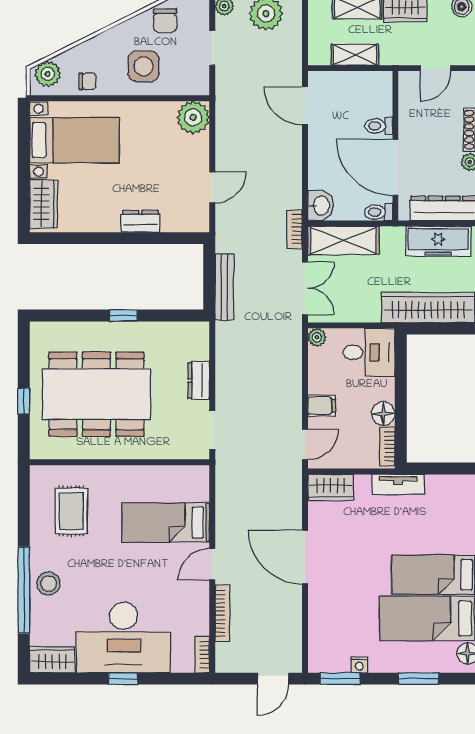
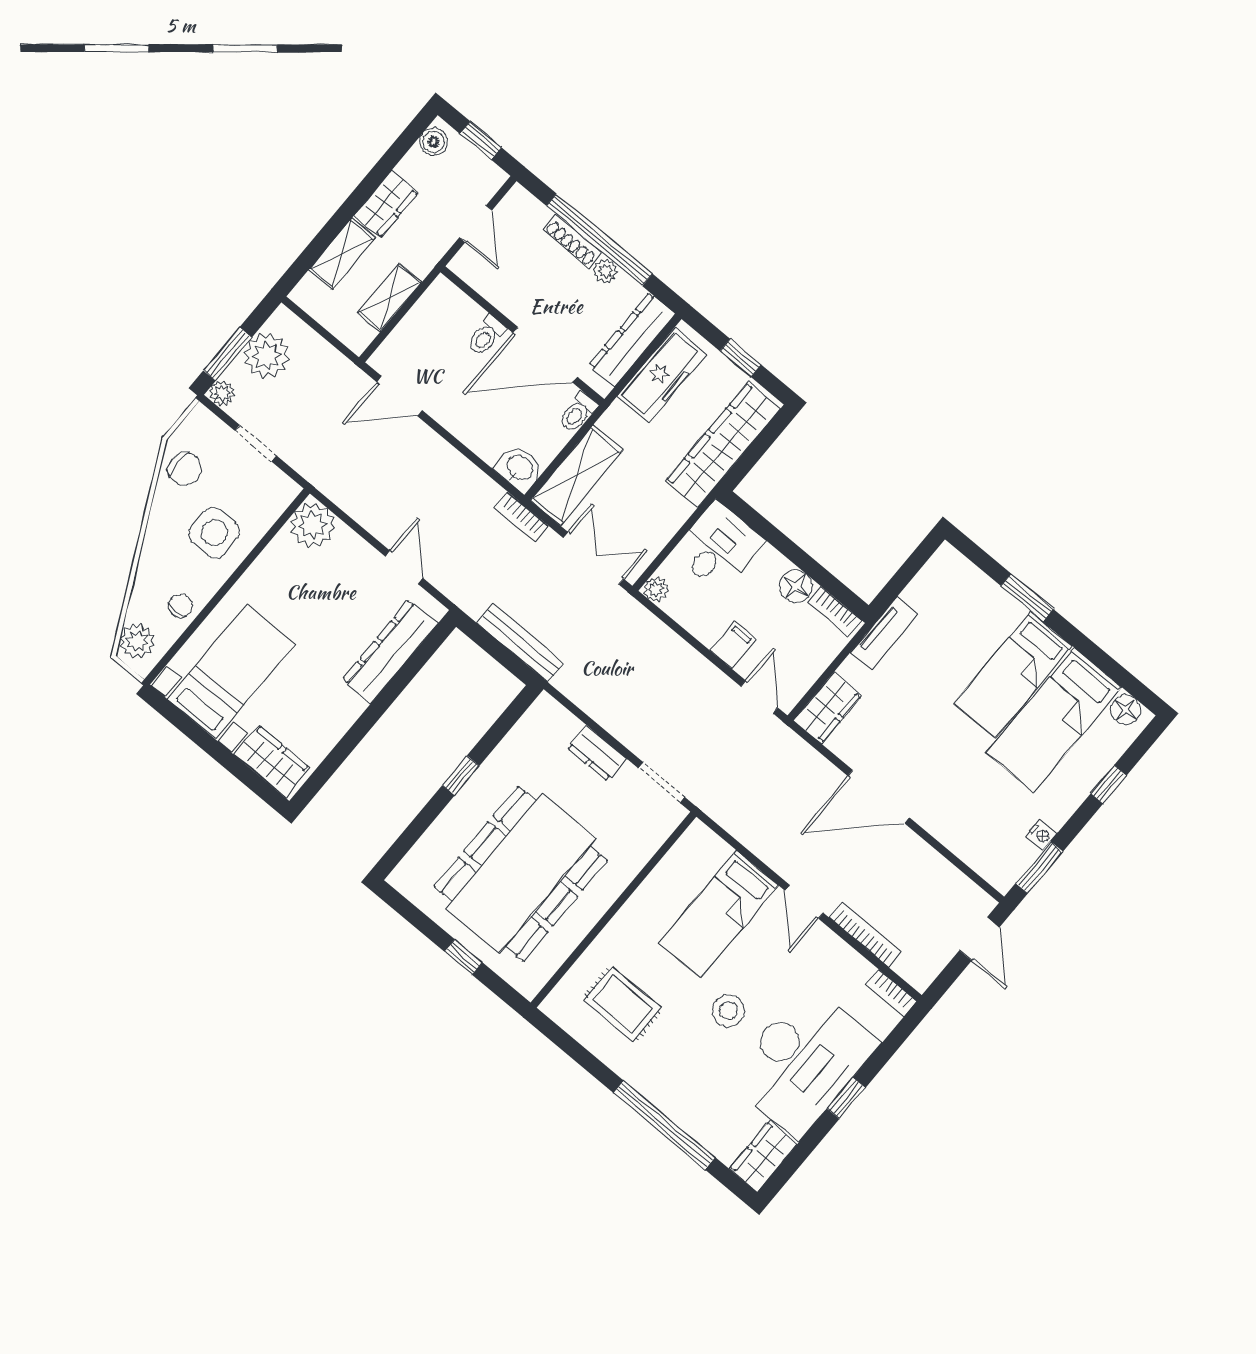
dresser: (140, 221) -> (390, 651), width x1.96, depth x1.24
stool: (49, 583) -> (729, 1011), moved
window: (418, 679) -> (1109, 784), width x0.67

